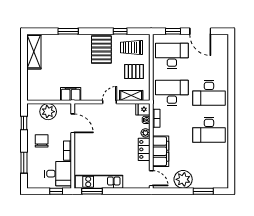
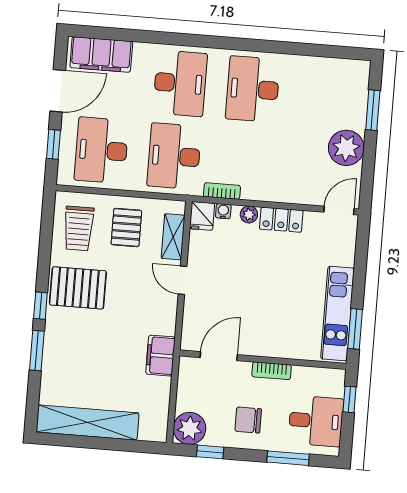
window: (120, 31) -> (40, 306), moved
shelving: (34, 52) -> (87, 423), width x1.47
plant: (48, 112) -> (190, 428), moved
desk: (209, 130) -> (253, 89), turned 180
filing cabinet: (161, 151) -> (101, 54), moved, turned 180
desk: (58, 174) -> (316, 421), moved, turned 90

